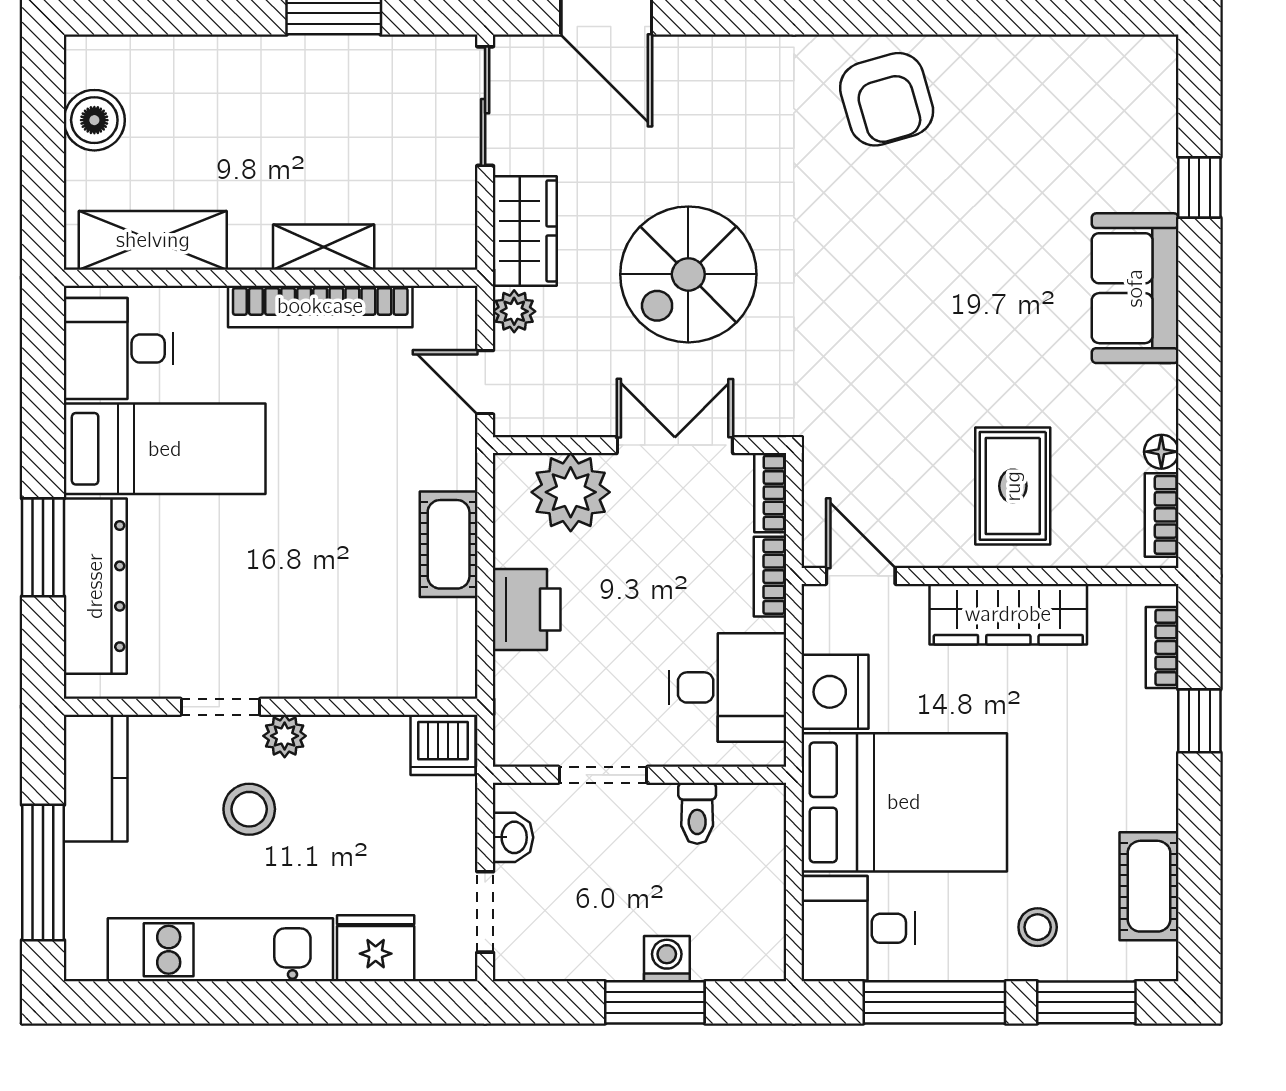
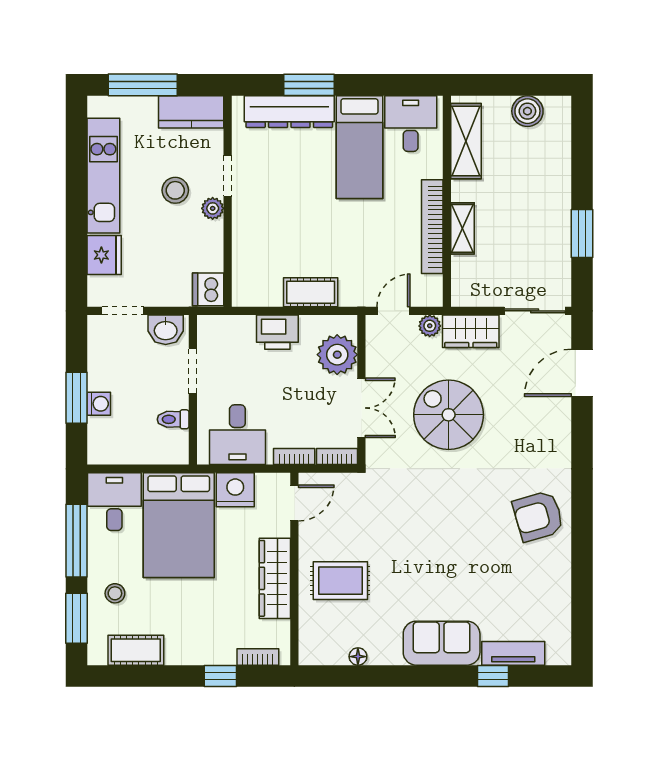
tv unit: (1155, 148) -> (513, 653), added
bookcase: (1162, 515) -> (326, 657), removed
washbasin: (513, 837) -> (166, 330), width x1.38, depth x1.45

